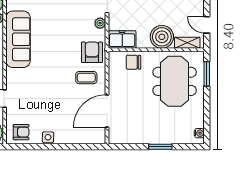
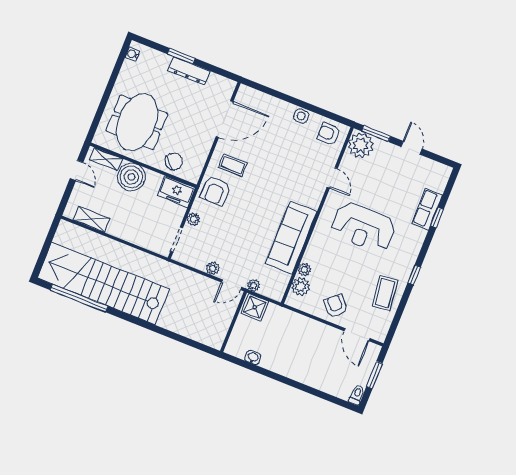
chair: (133, 62) -> (174, 161), turned -48
window: (207, 74) -> (98, 116), removed
dresser: (150, 138) -> (189, 71), added

